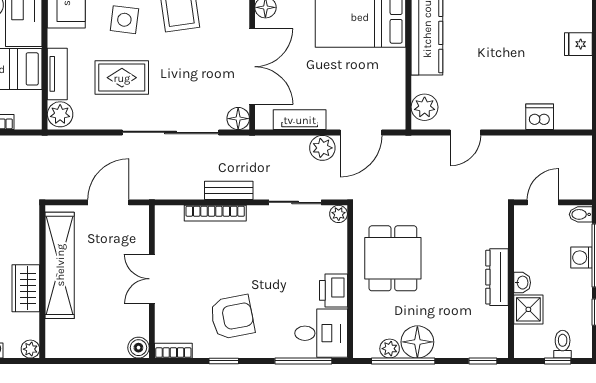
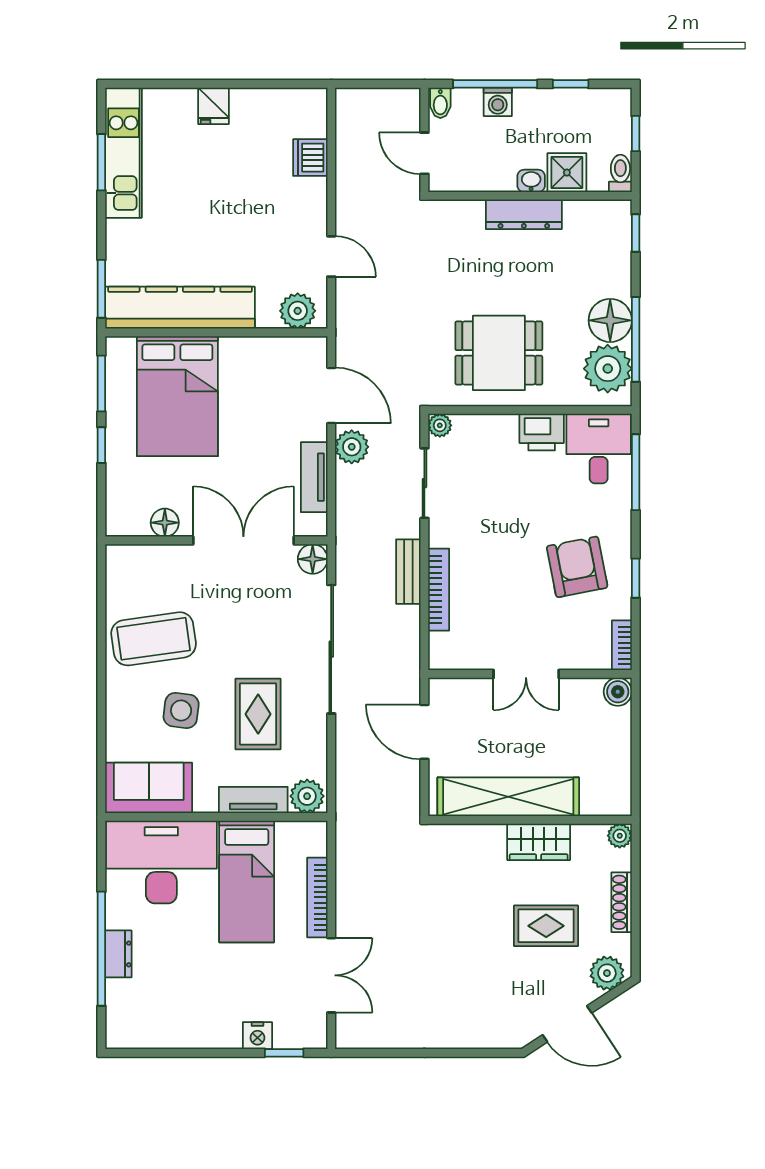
toilet: (563, 344) -> (620, 173), moved, turned 90
plant: (390, 349) -> (608, 369), width x1.88, depth x1.88

